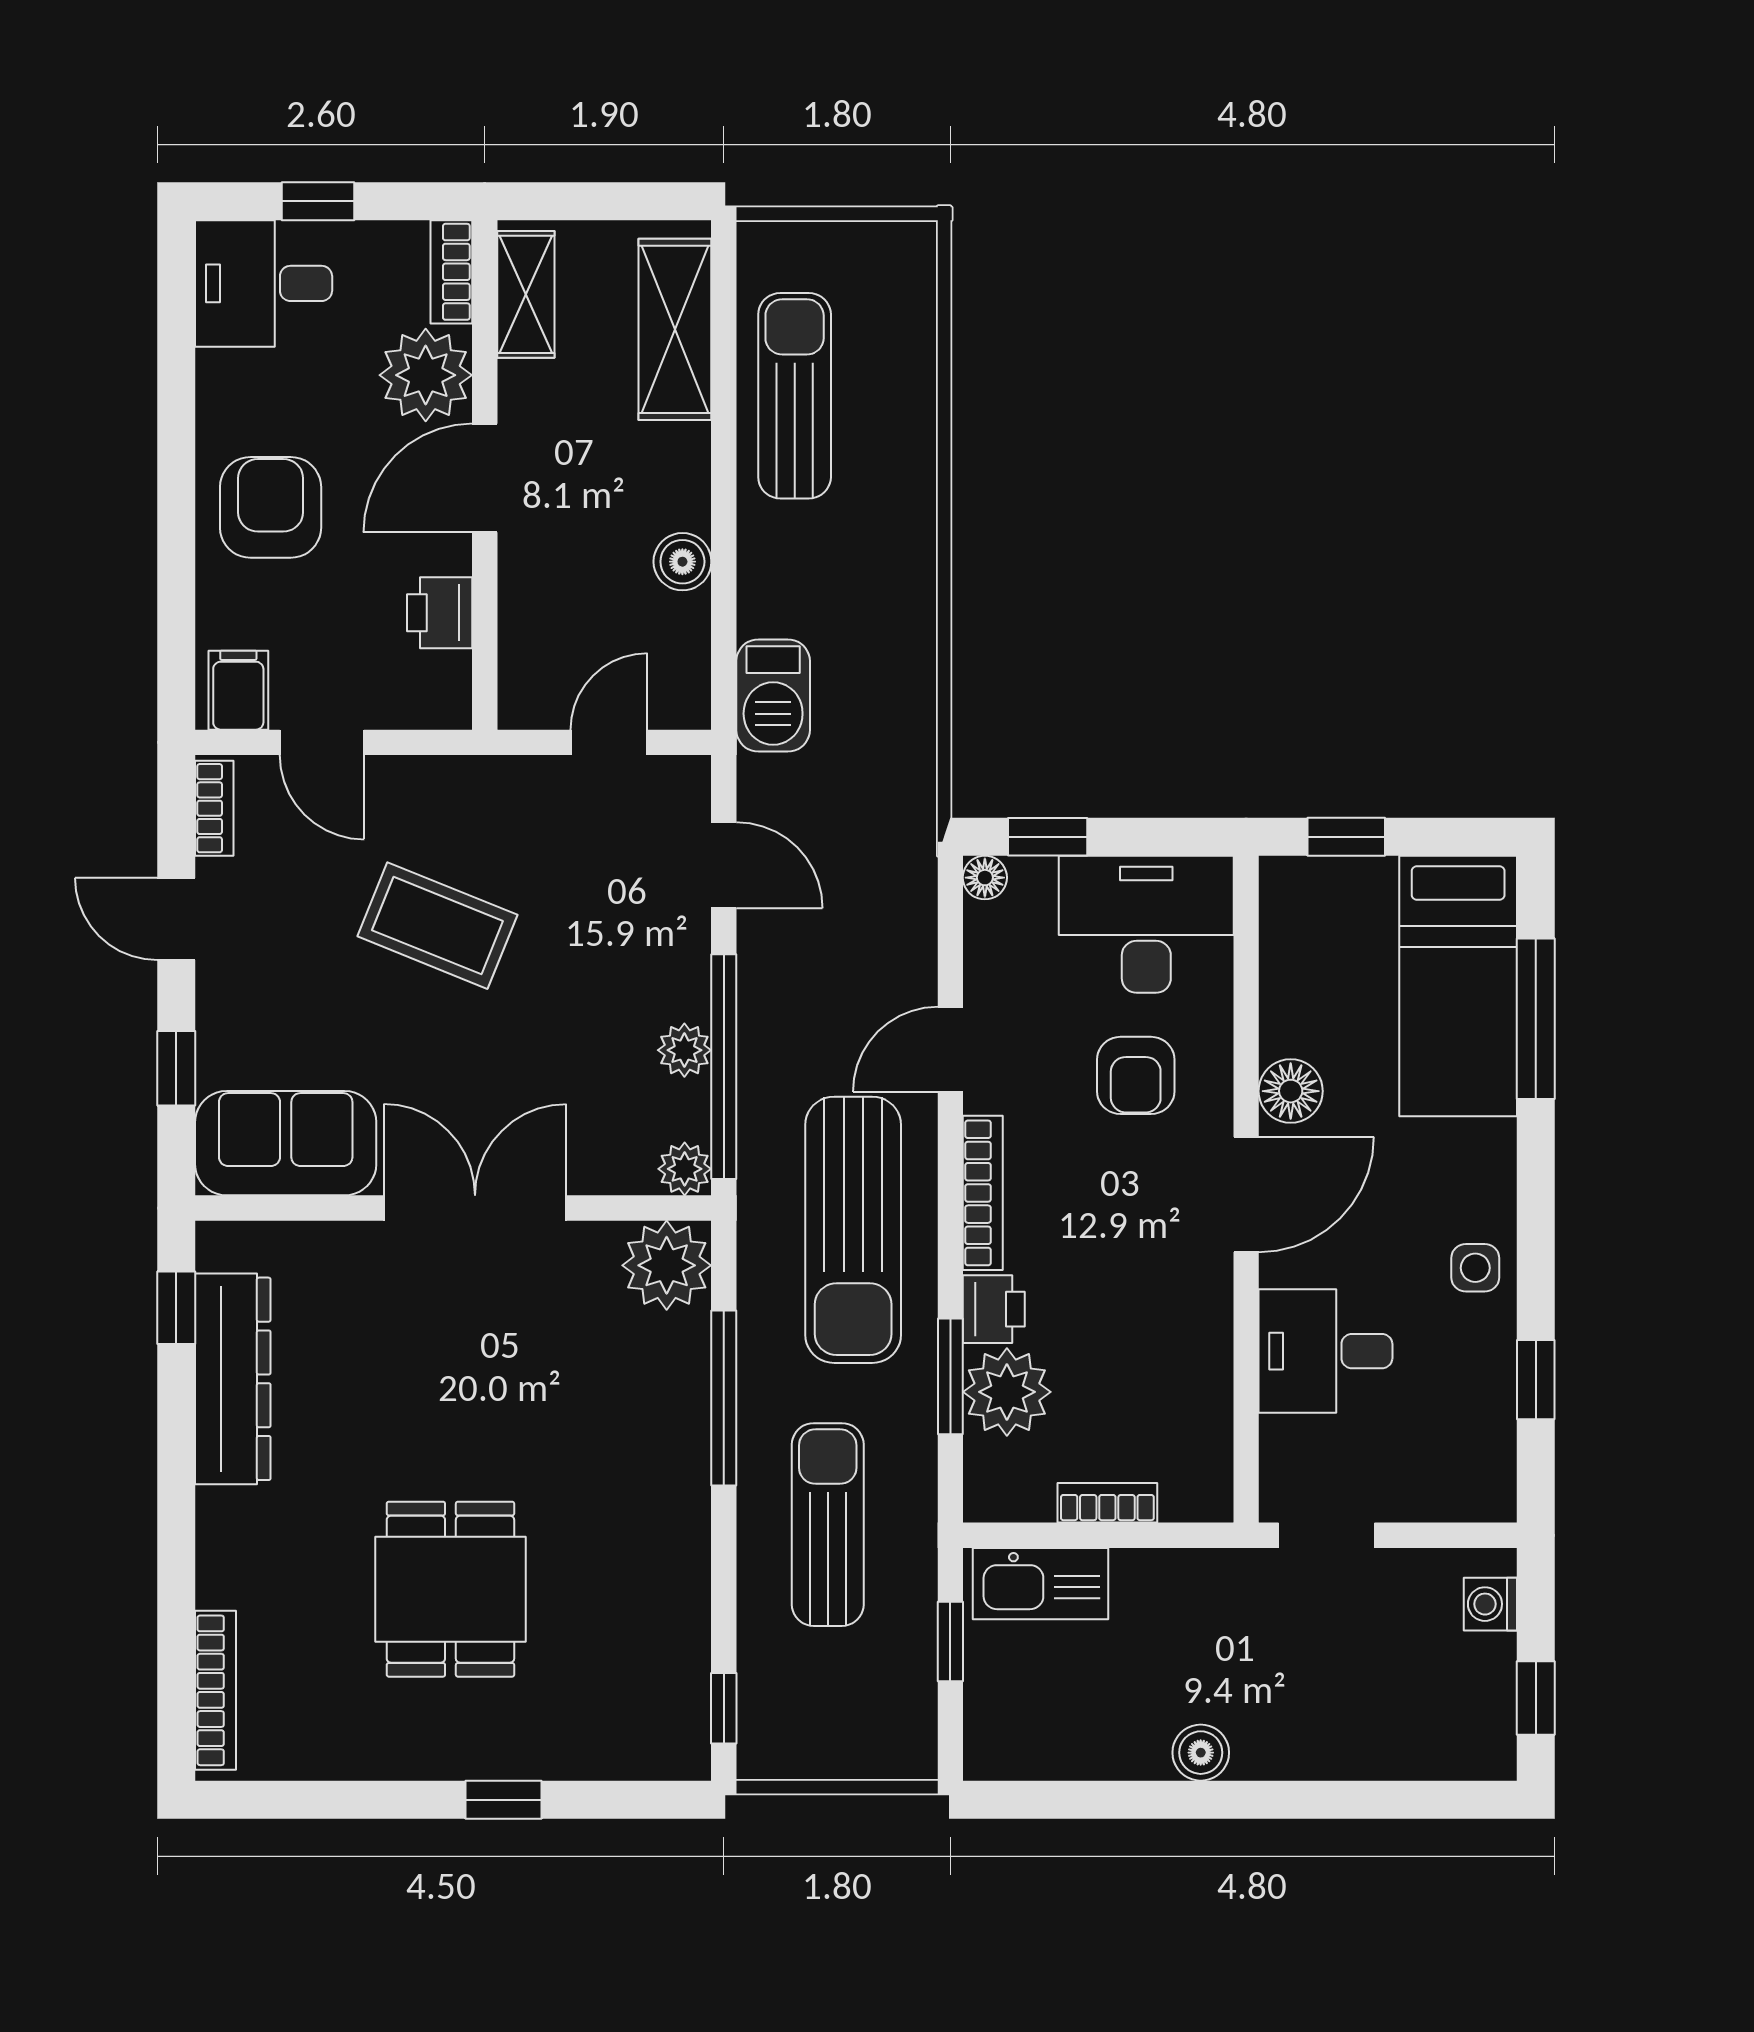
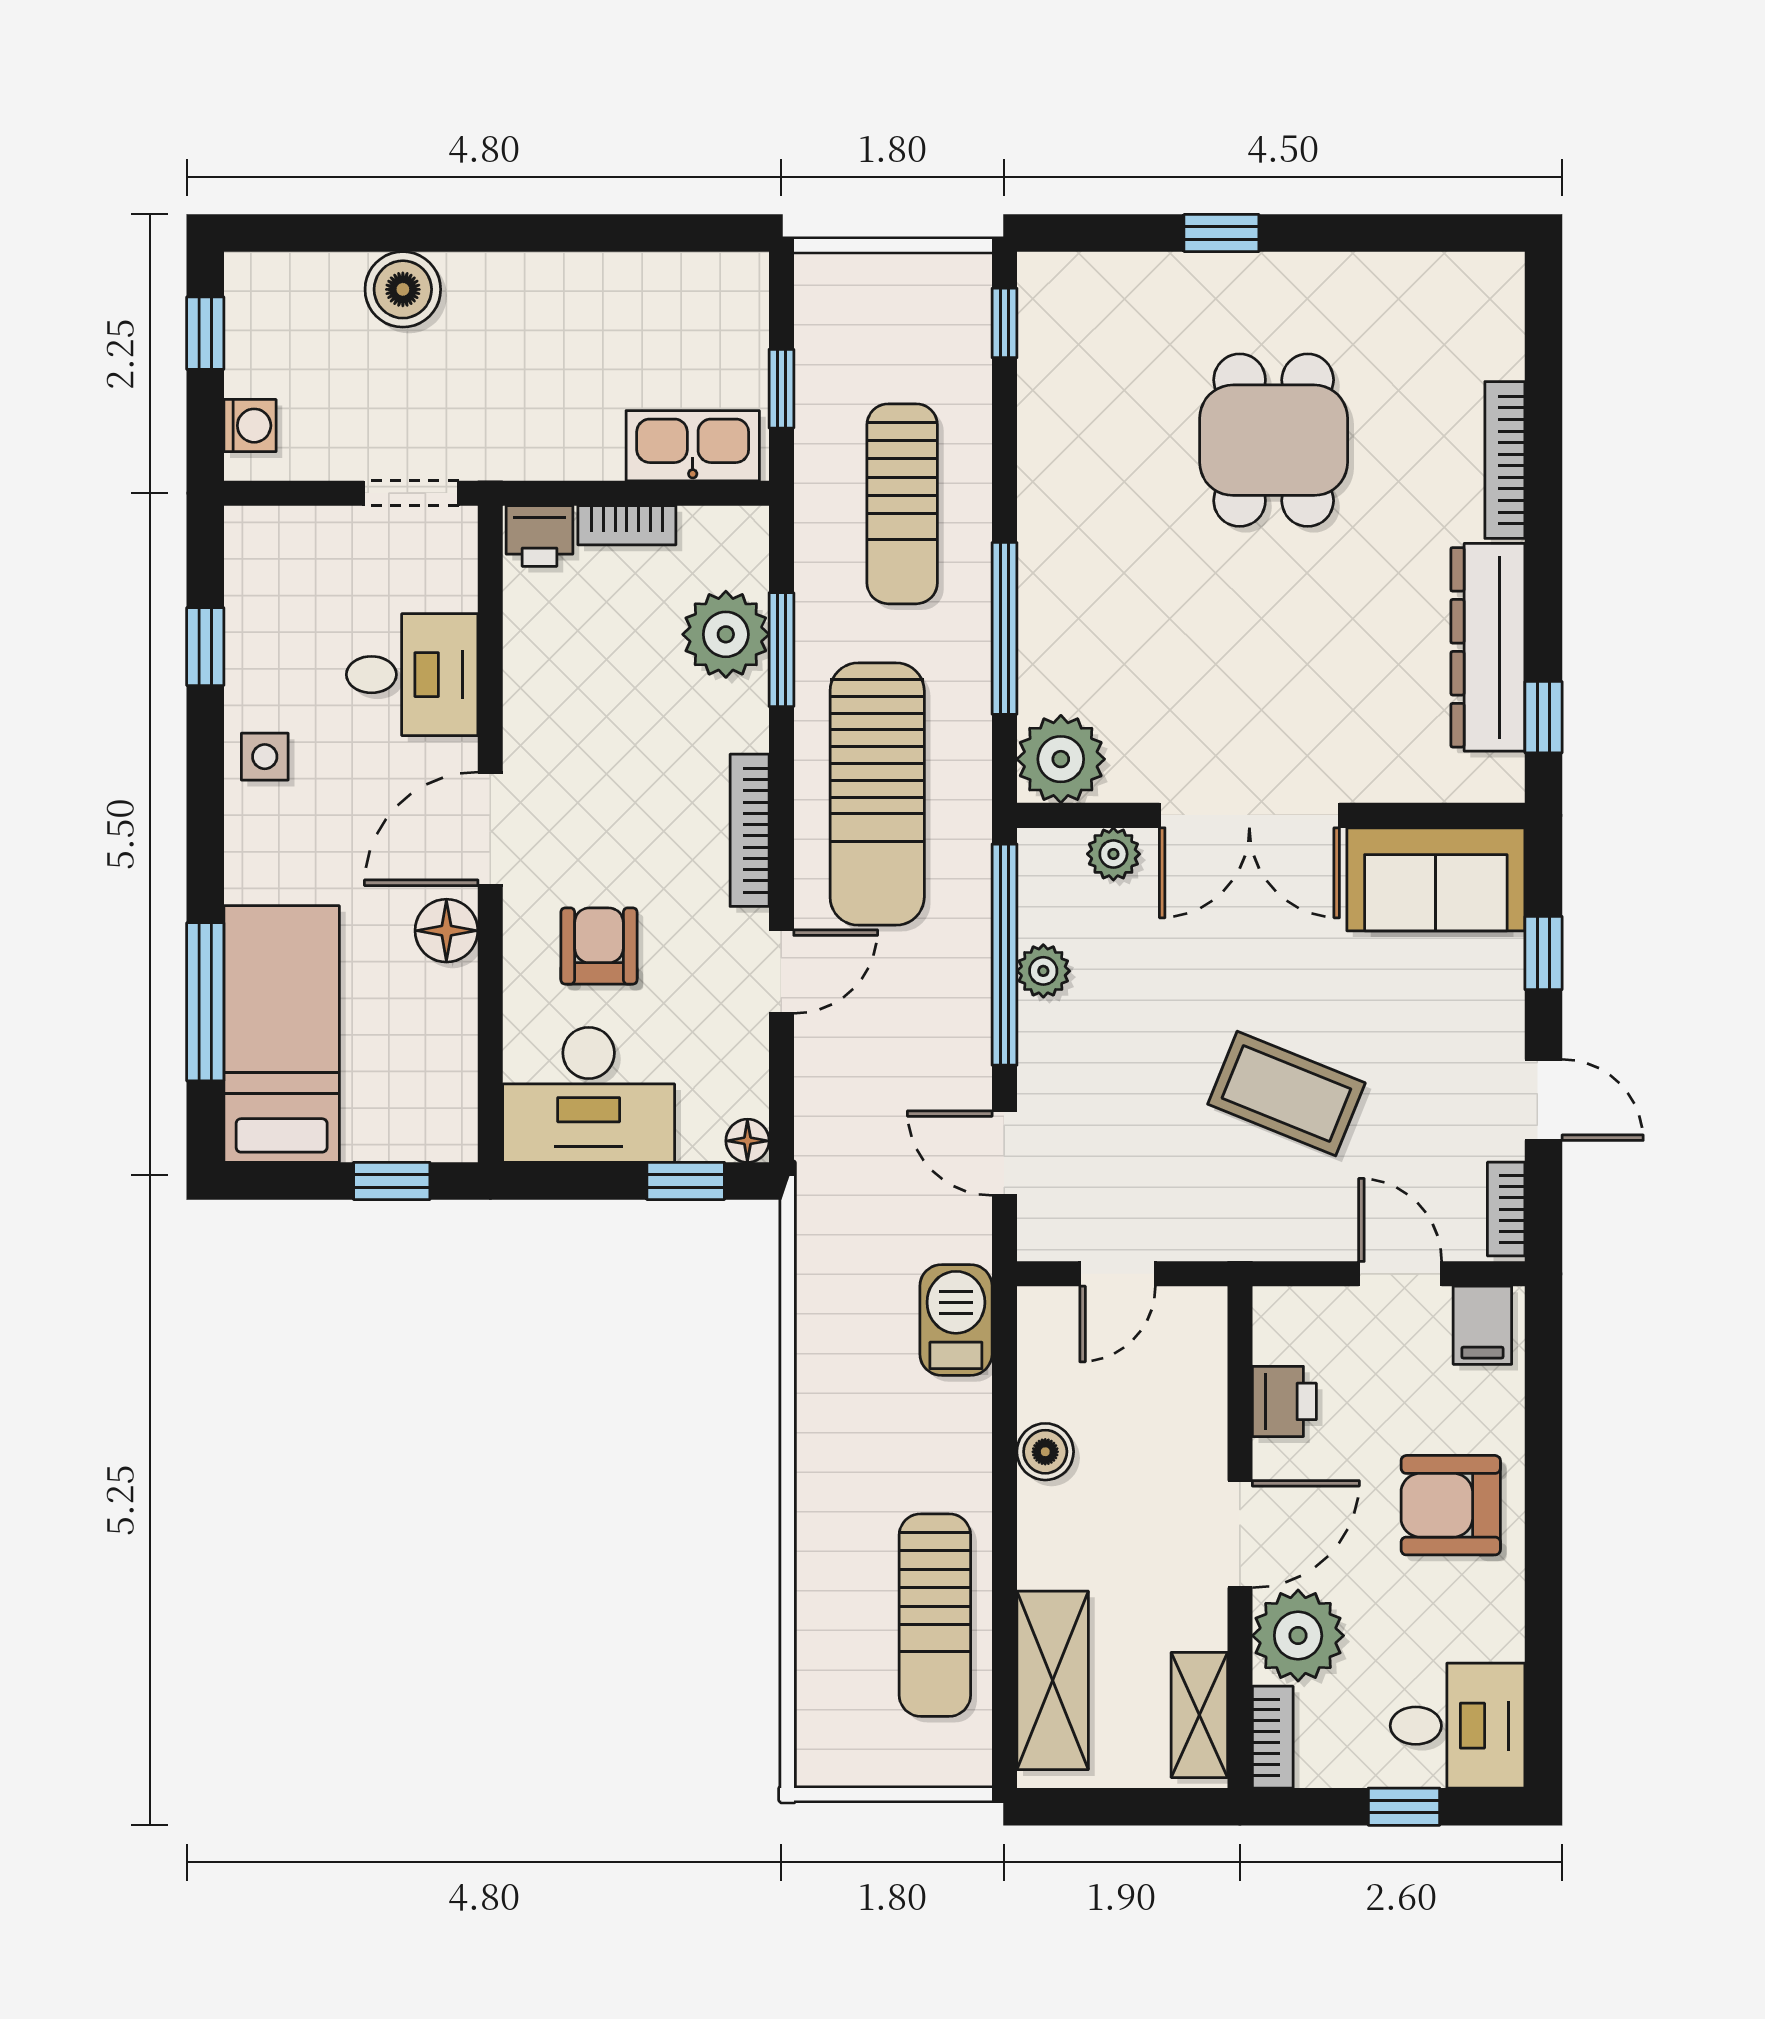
armchair: (271, 507) -> (1451, 1505), turned 90
plant: (685, 1169) -> (1113, 854), moved
sun lounger: (853, 1230) -> (877, 794), turned 180
printer: (994, 1309) -> (540, 536), moved, turned -90
bookcase: (216, 1690) -> (1505, 460), moved
boiler: (1201, 1753) -> (403, 289), moved, width x1.36, depth x1.36

